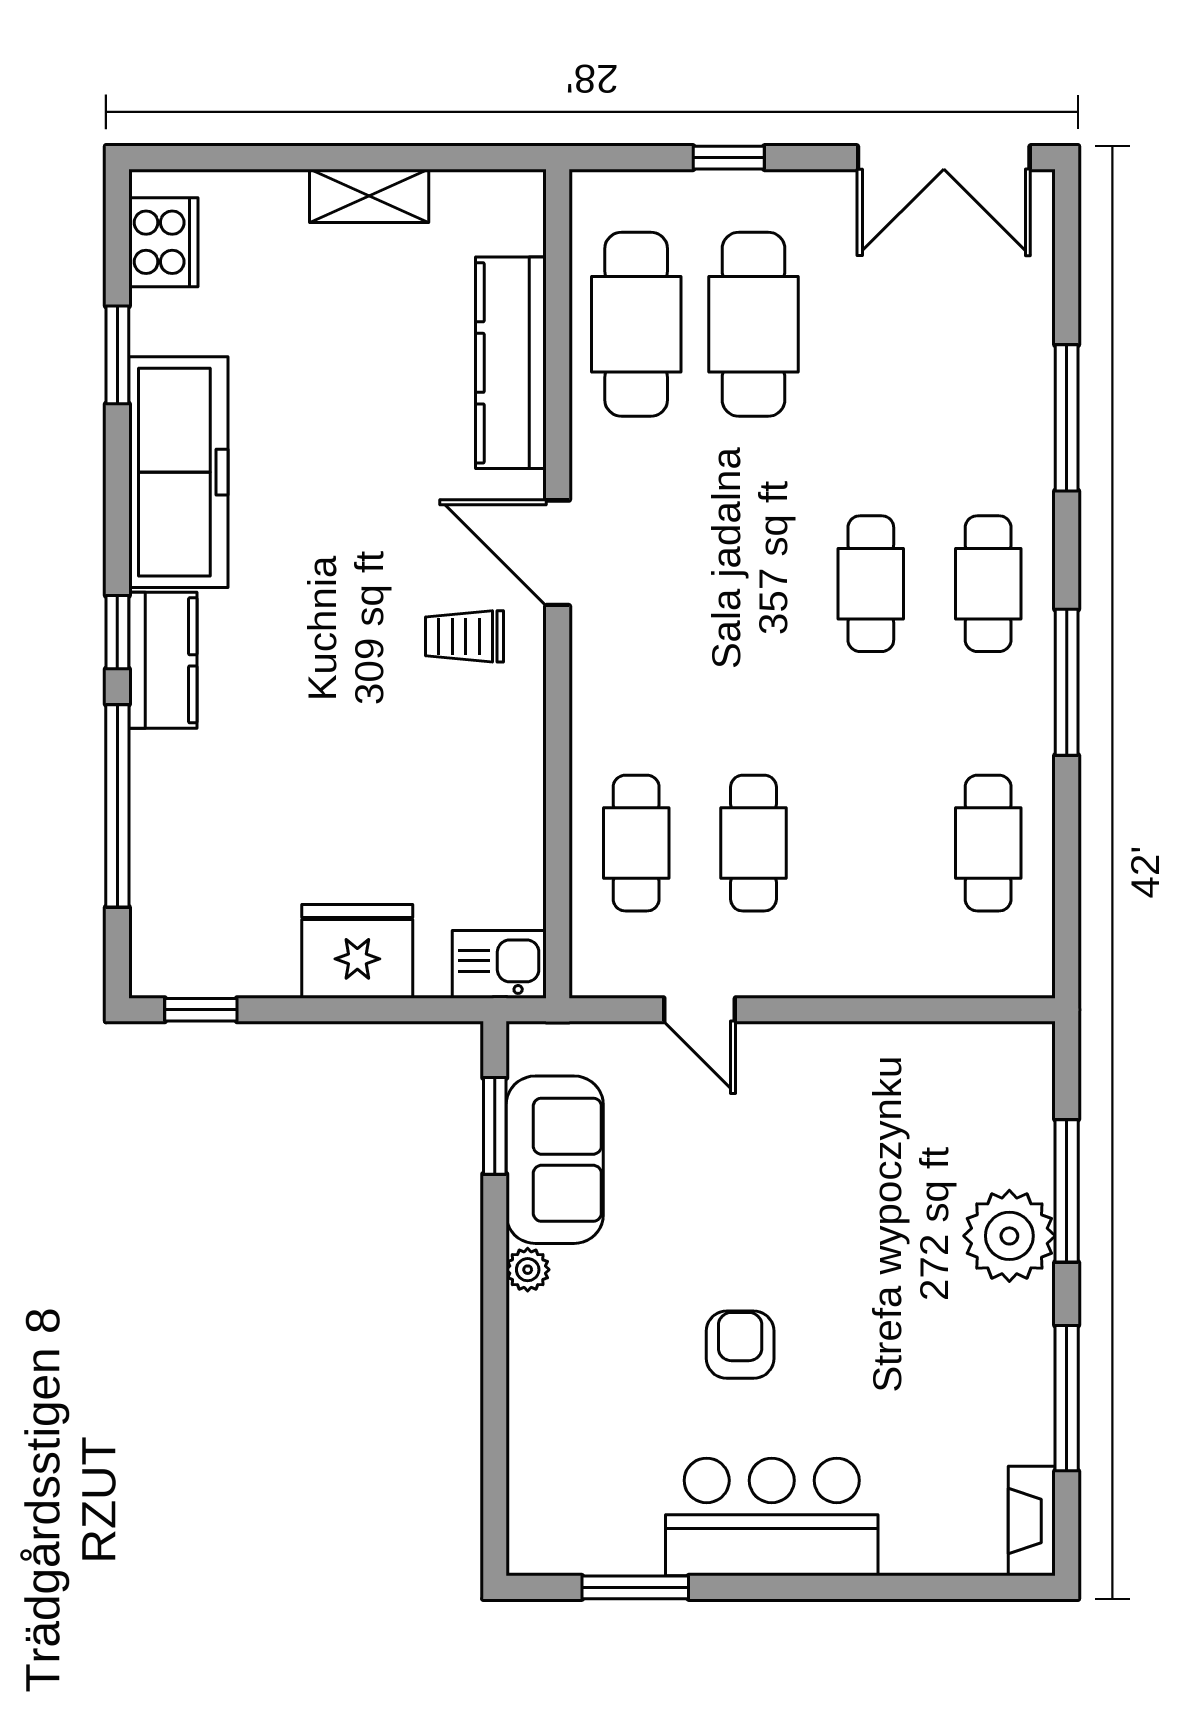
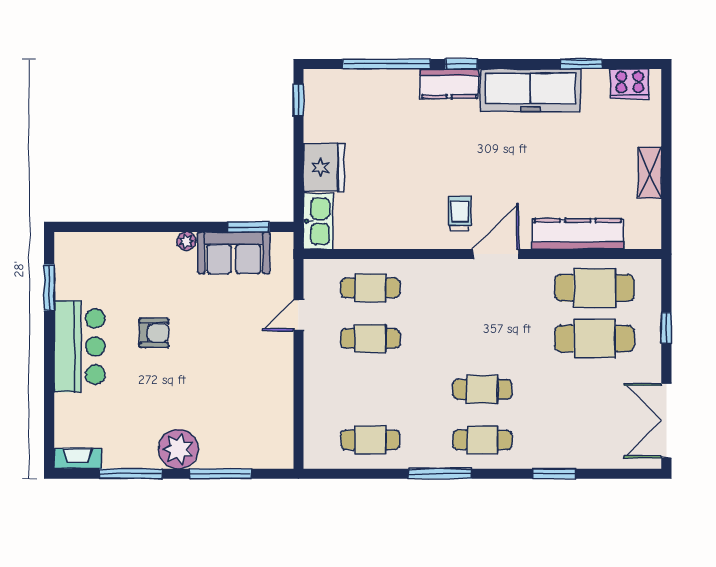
window: (1067, 418) -> (554, 474), width x0.69
kitchen sink: (499, 964) -> (318, 221), width x1.38
plant: (1009, 1236) -> (178, 449), moved

